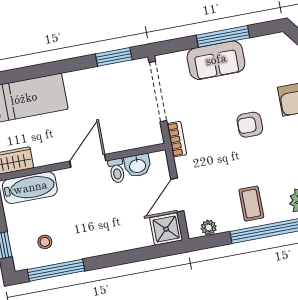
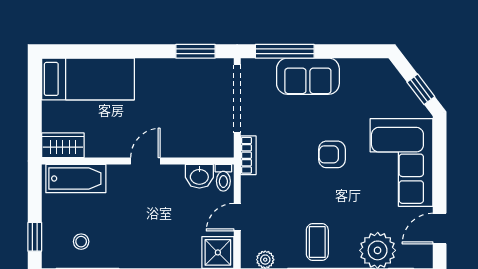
window: (223, 36) -> (285, 51), moved
door: (88, 161) -> (145, 161), width x0.73
toilet: (117, 171) -> (223, 178), moved
door: (177, 195) -> (237, 217), width x0.73

